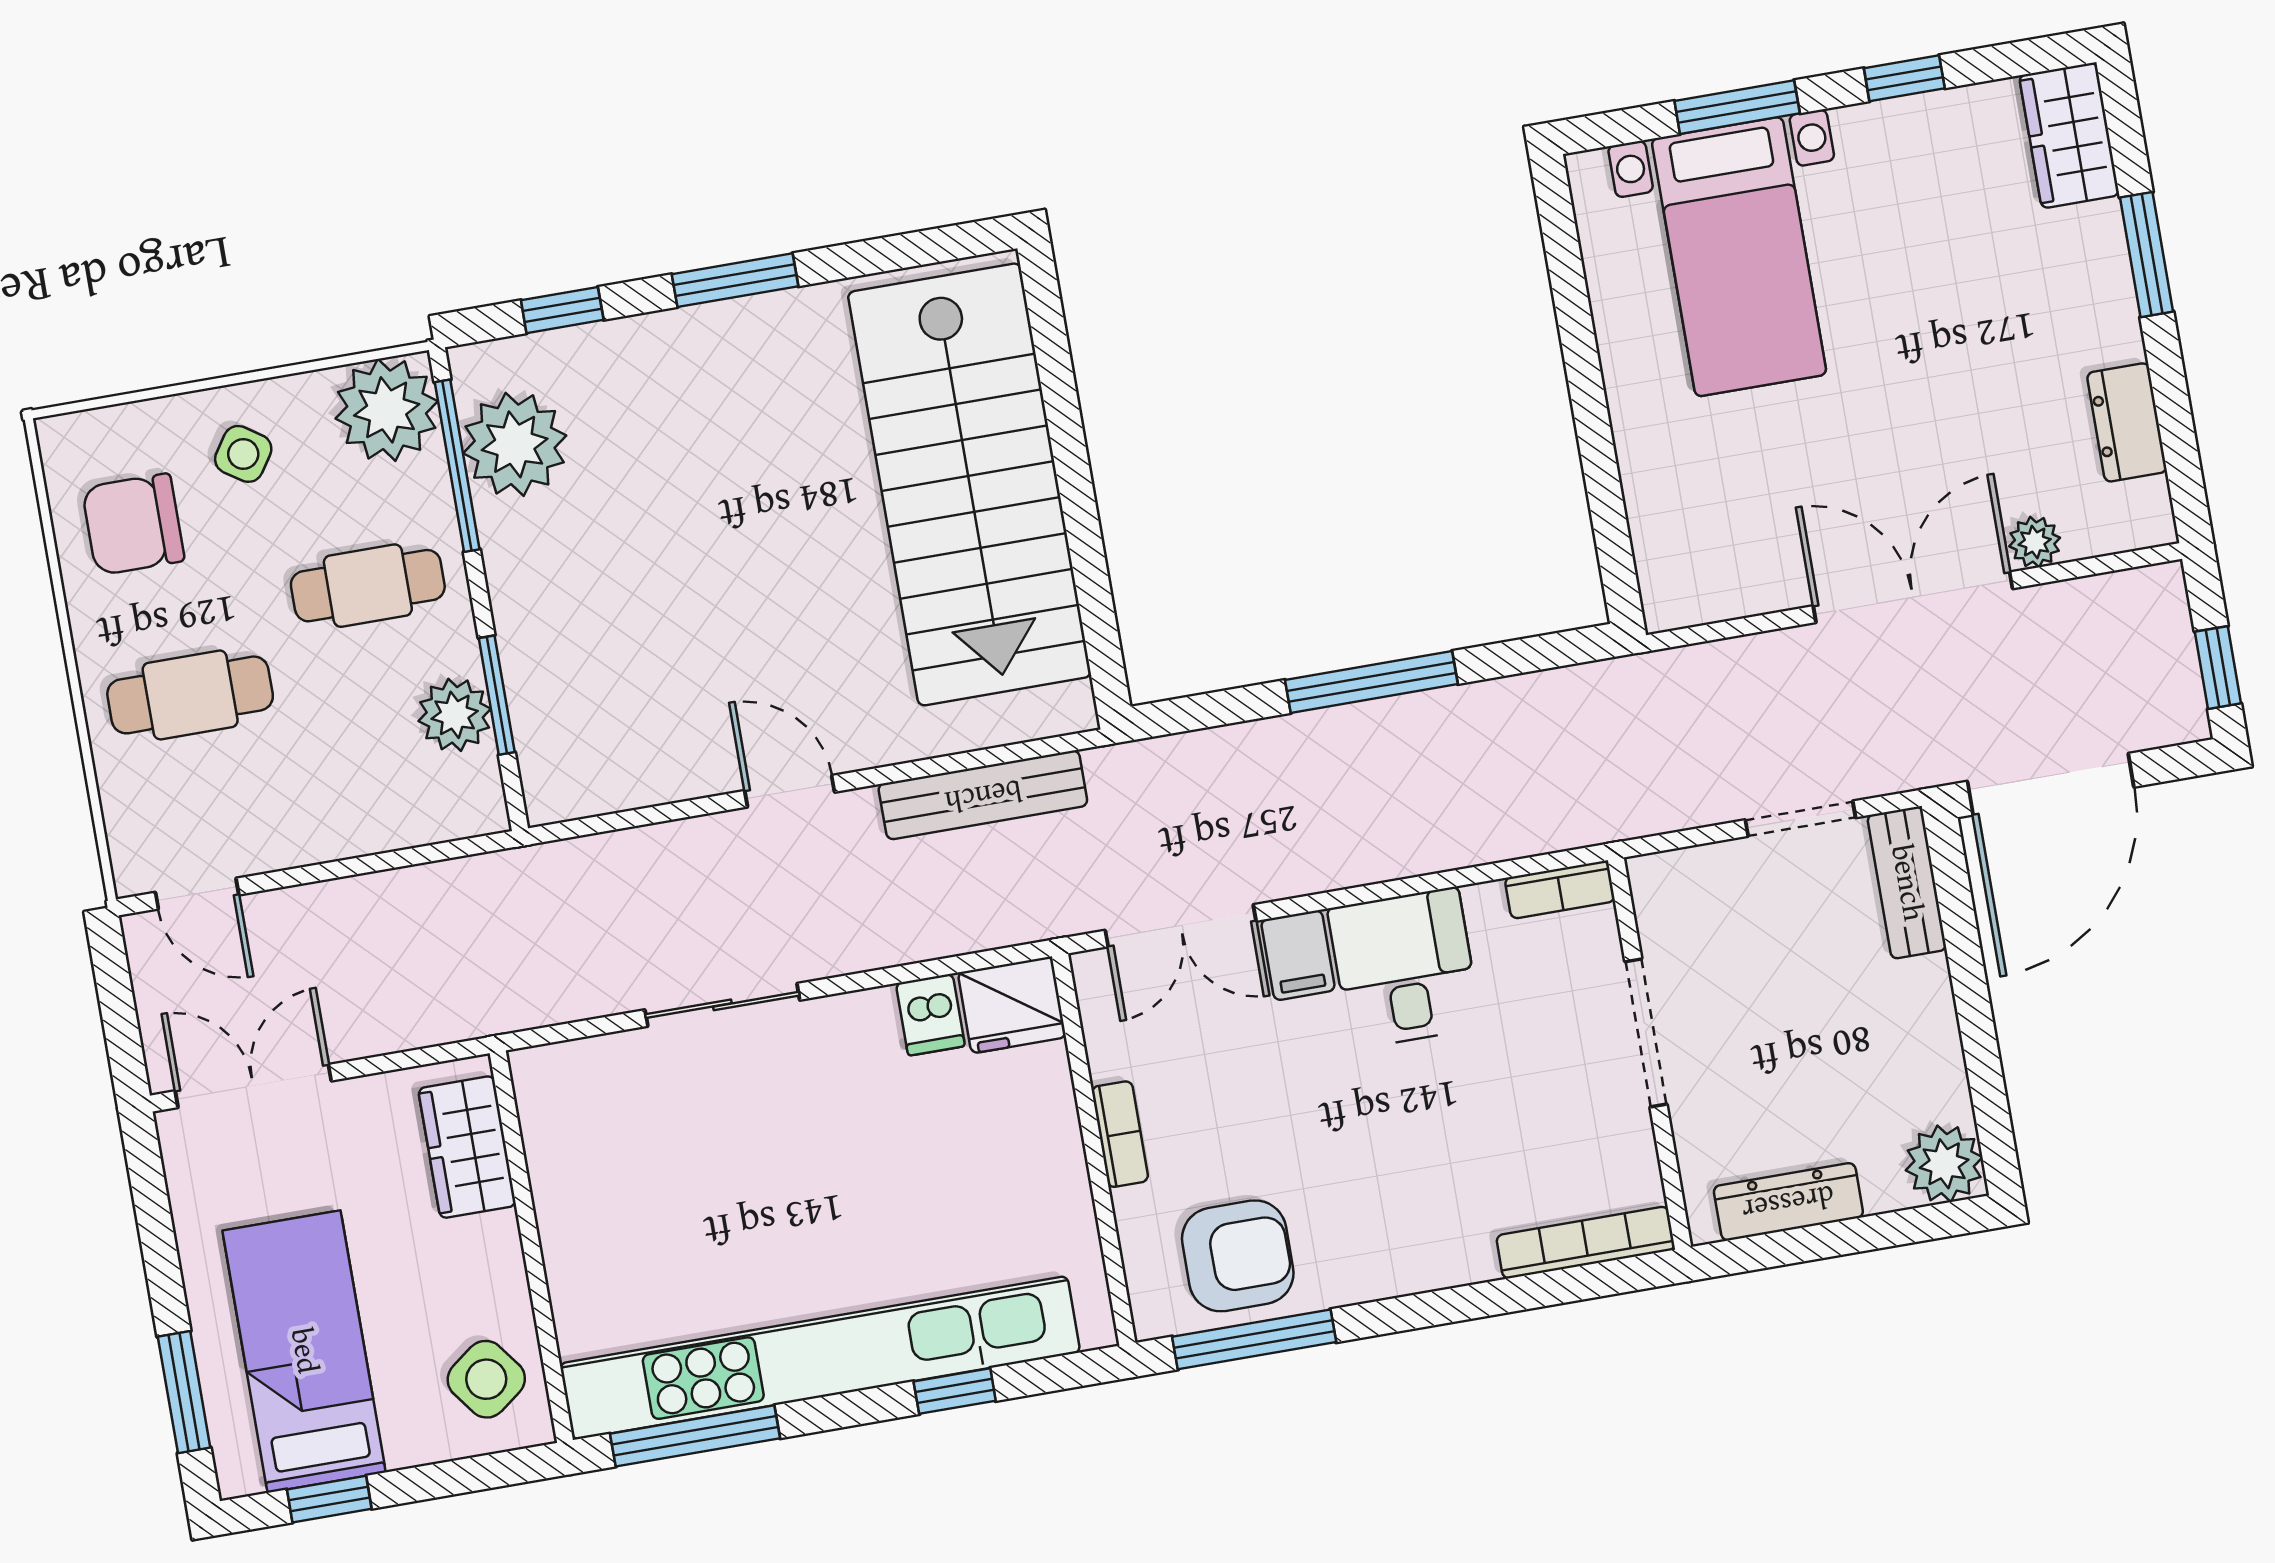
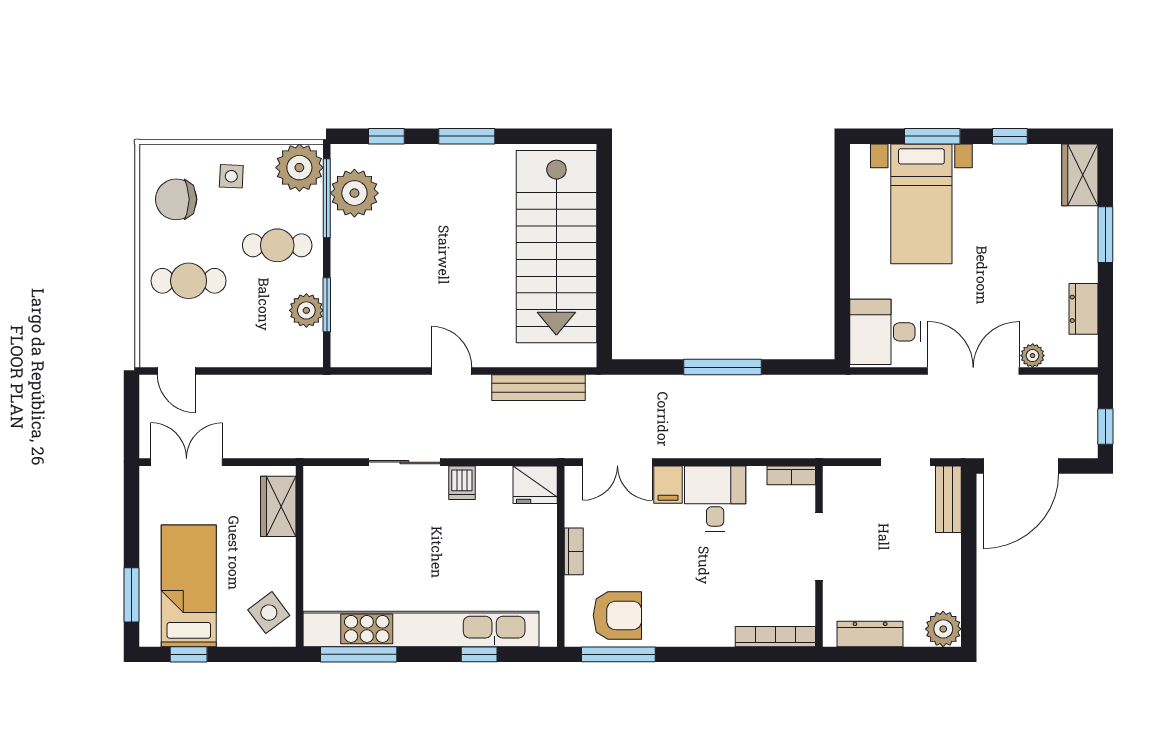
side table: (243, 454) -> (231, 176), turned -31
desk: (1709, 546) -> (885, 332), added
dishwasher: (930, 1015) -> (462, 483), moved

